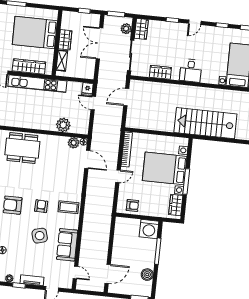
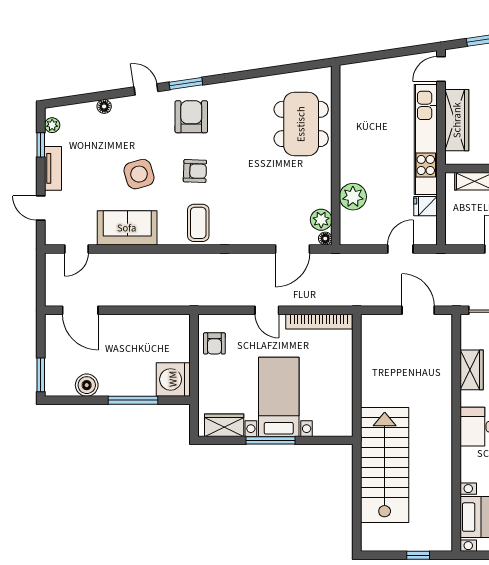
fridge: (87, 89) -> (425, 206), moved
bed with nightstands: (165, 168) -> (279, 397), width x0.73

